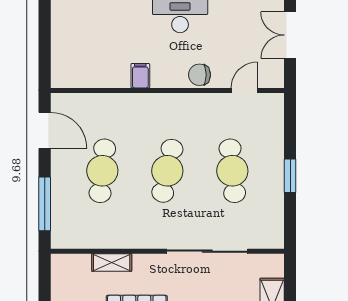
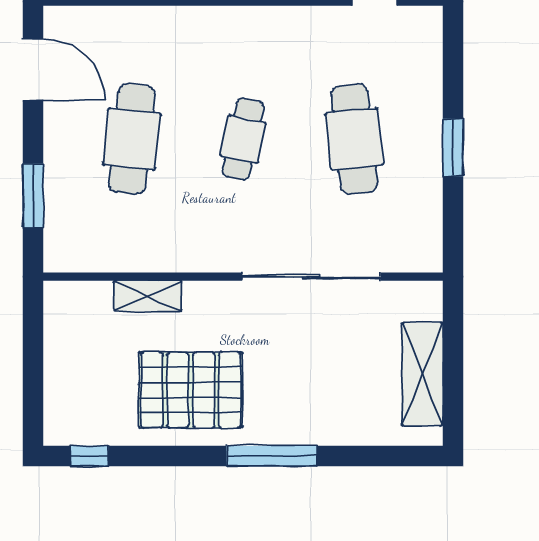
cafe table: (167, 171) -> (243, 139), width x0.73, depth x0.74
window: (45, 204) -> (33, 196), width x0.69

